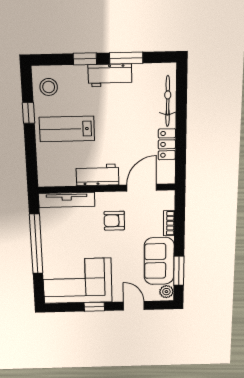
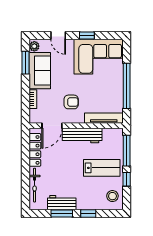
workbench: (110, 75) -> (62, 203), moved
locker: (167, 144) -> (35, 150), width x1.53
window: (31, 155) -> (127, 151), added
workbench: (97, 175) -> (82, 136), width x1.38

